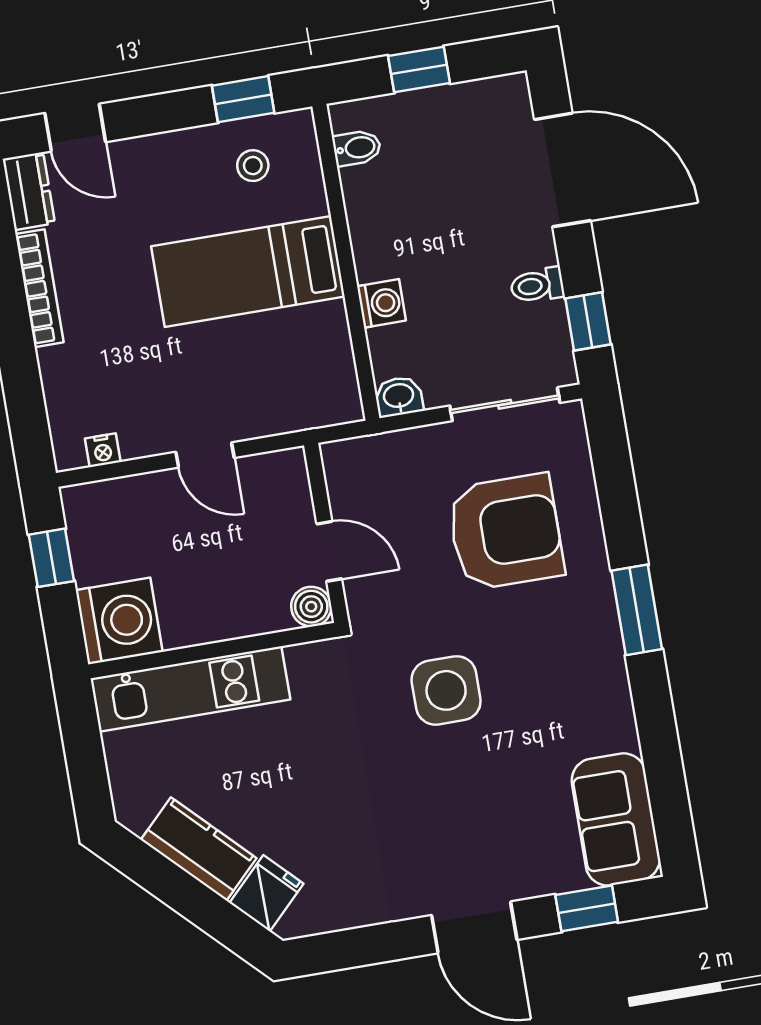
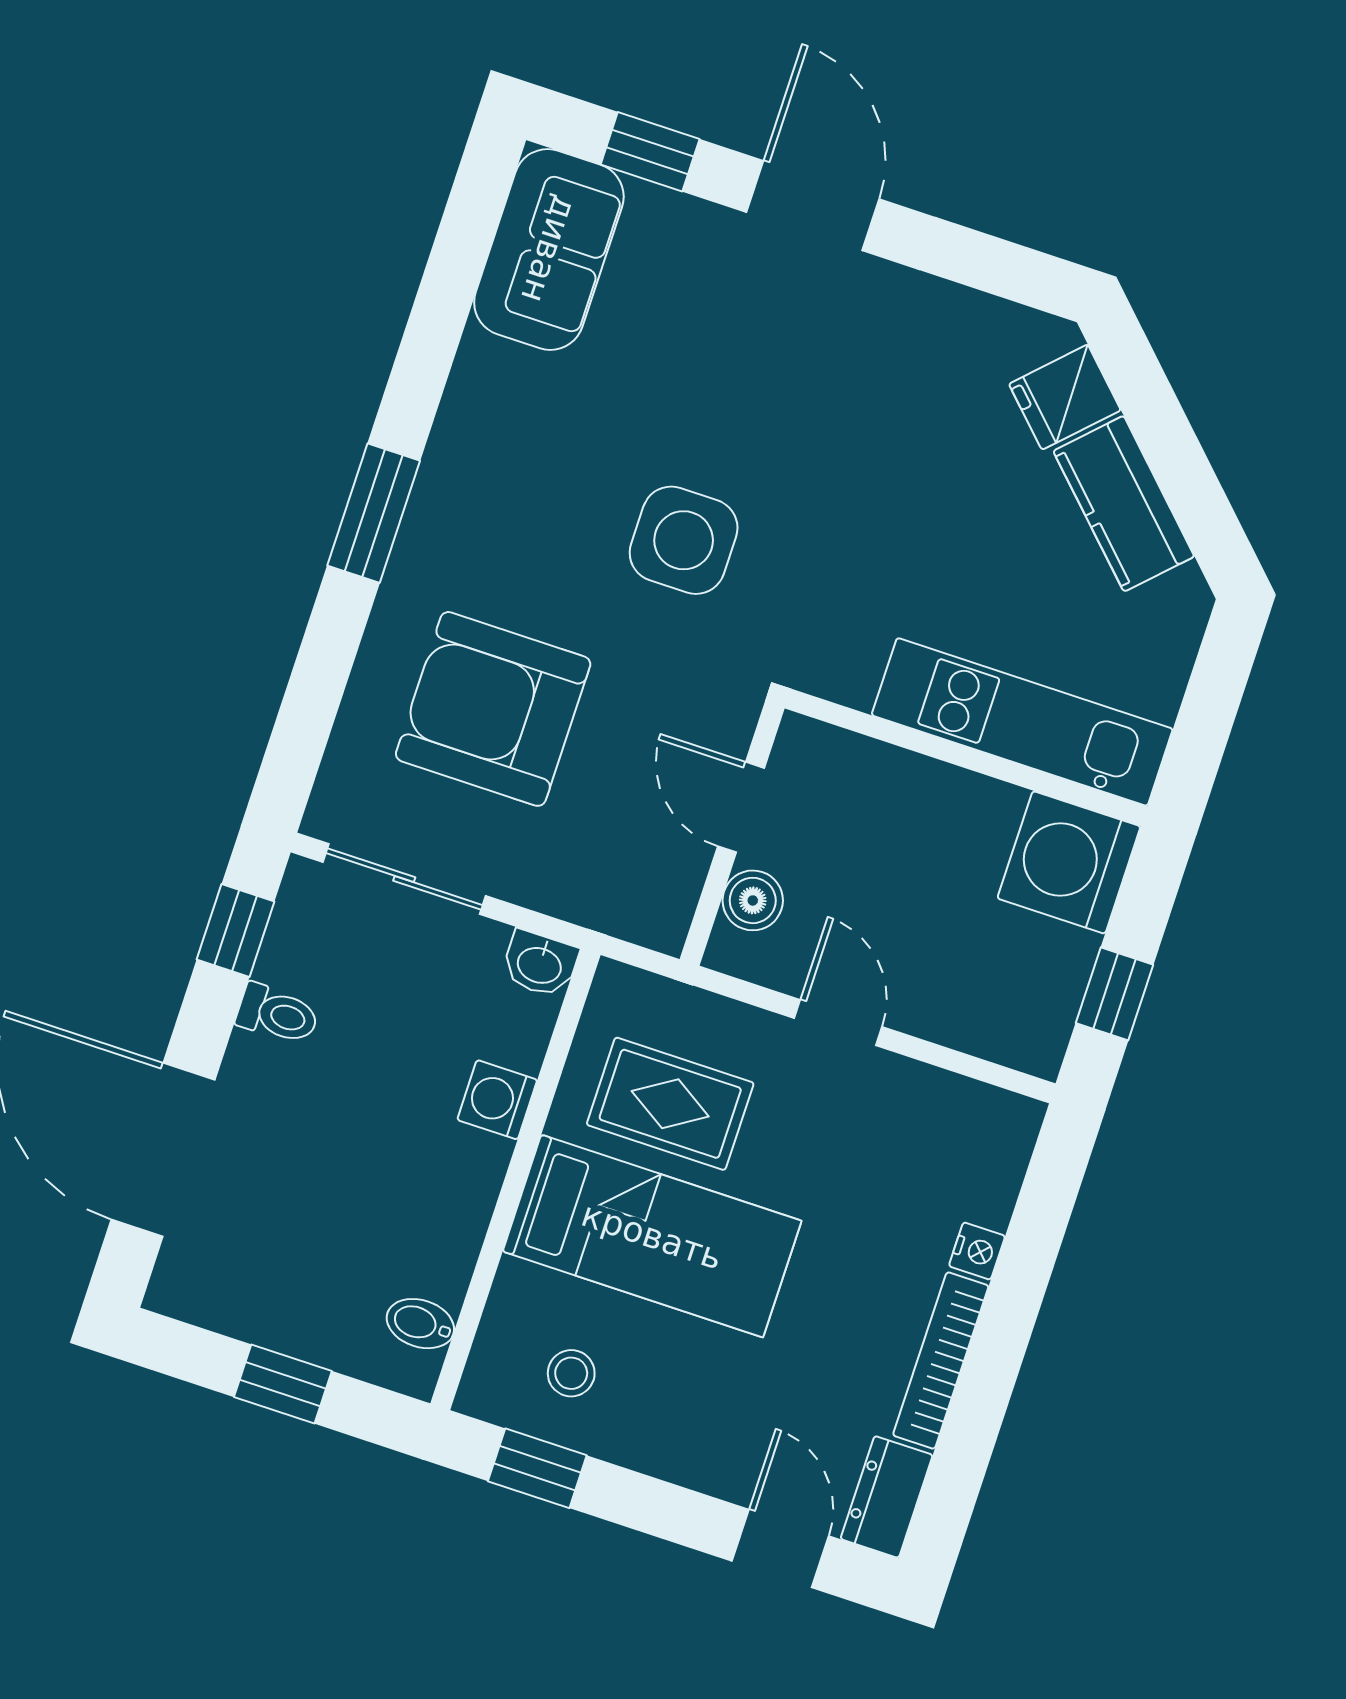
rug: (278, 355) -> (670, 1104), added
nightstand: (103, 450) -> (977, 1251), moved, turned 90
boiler: (311, 607) -> (753, 900), moved

